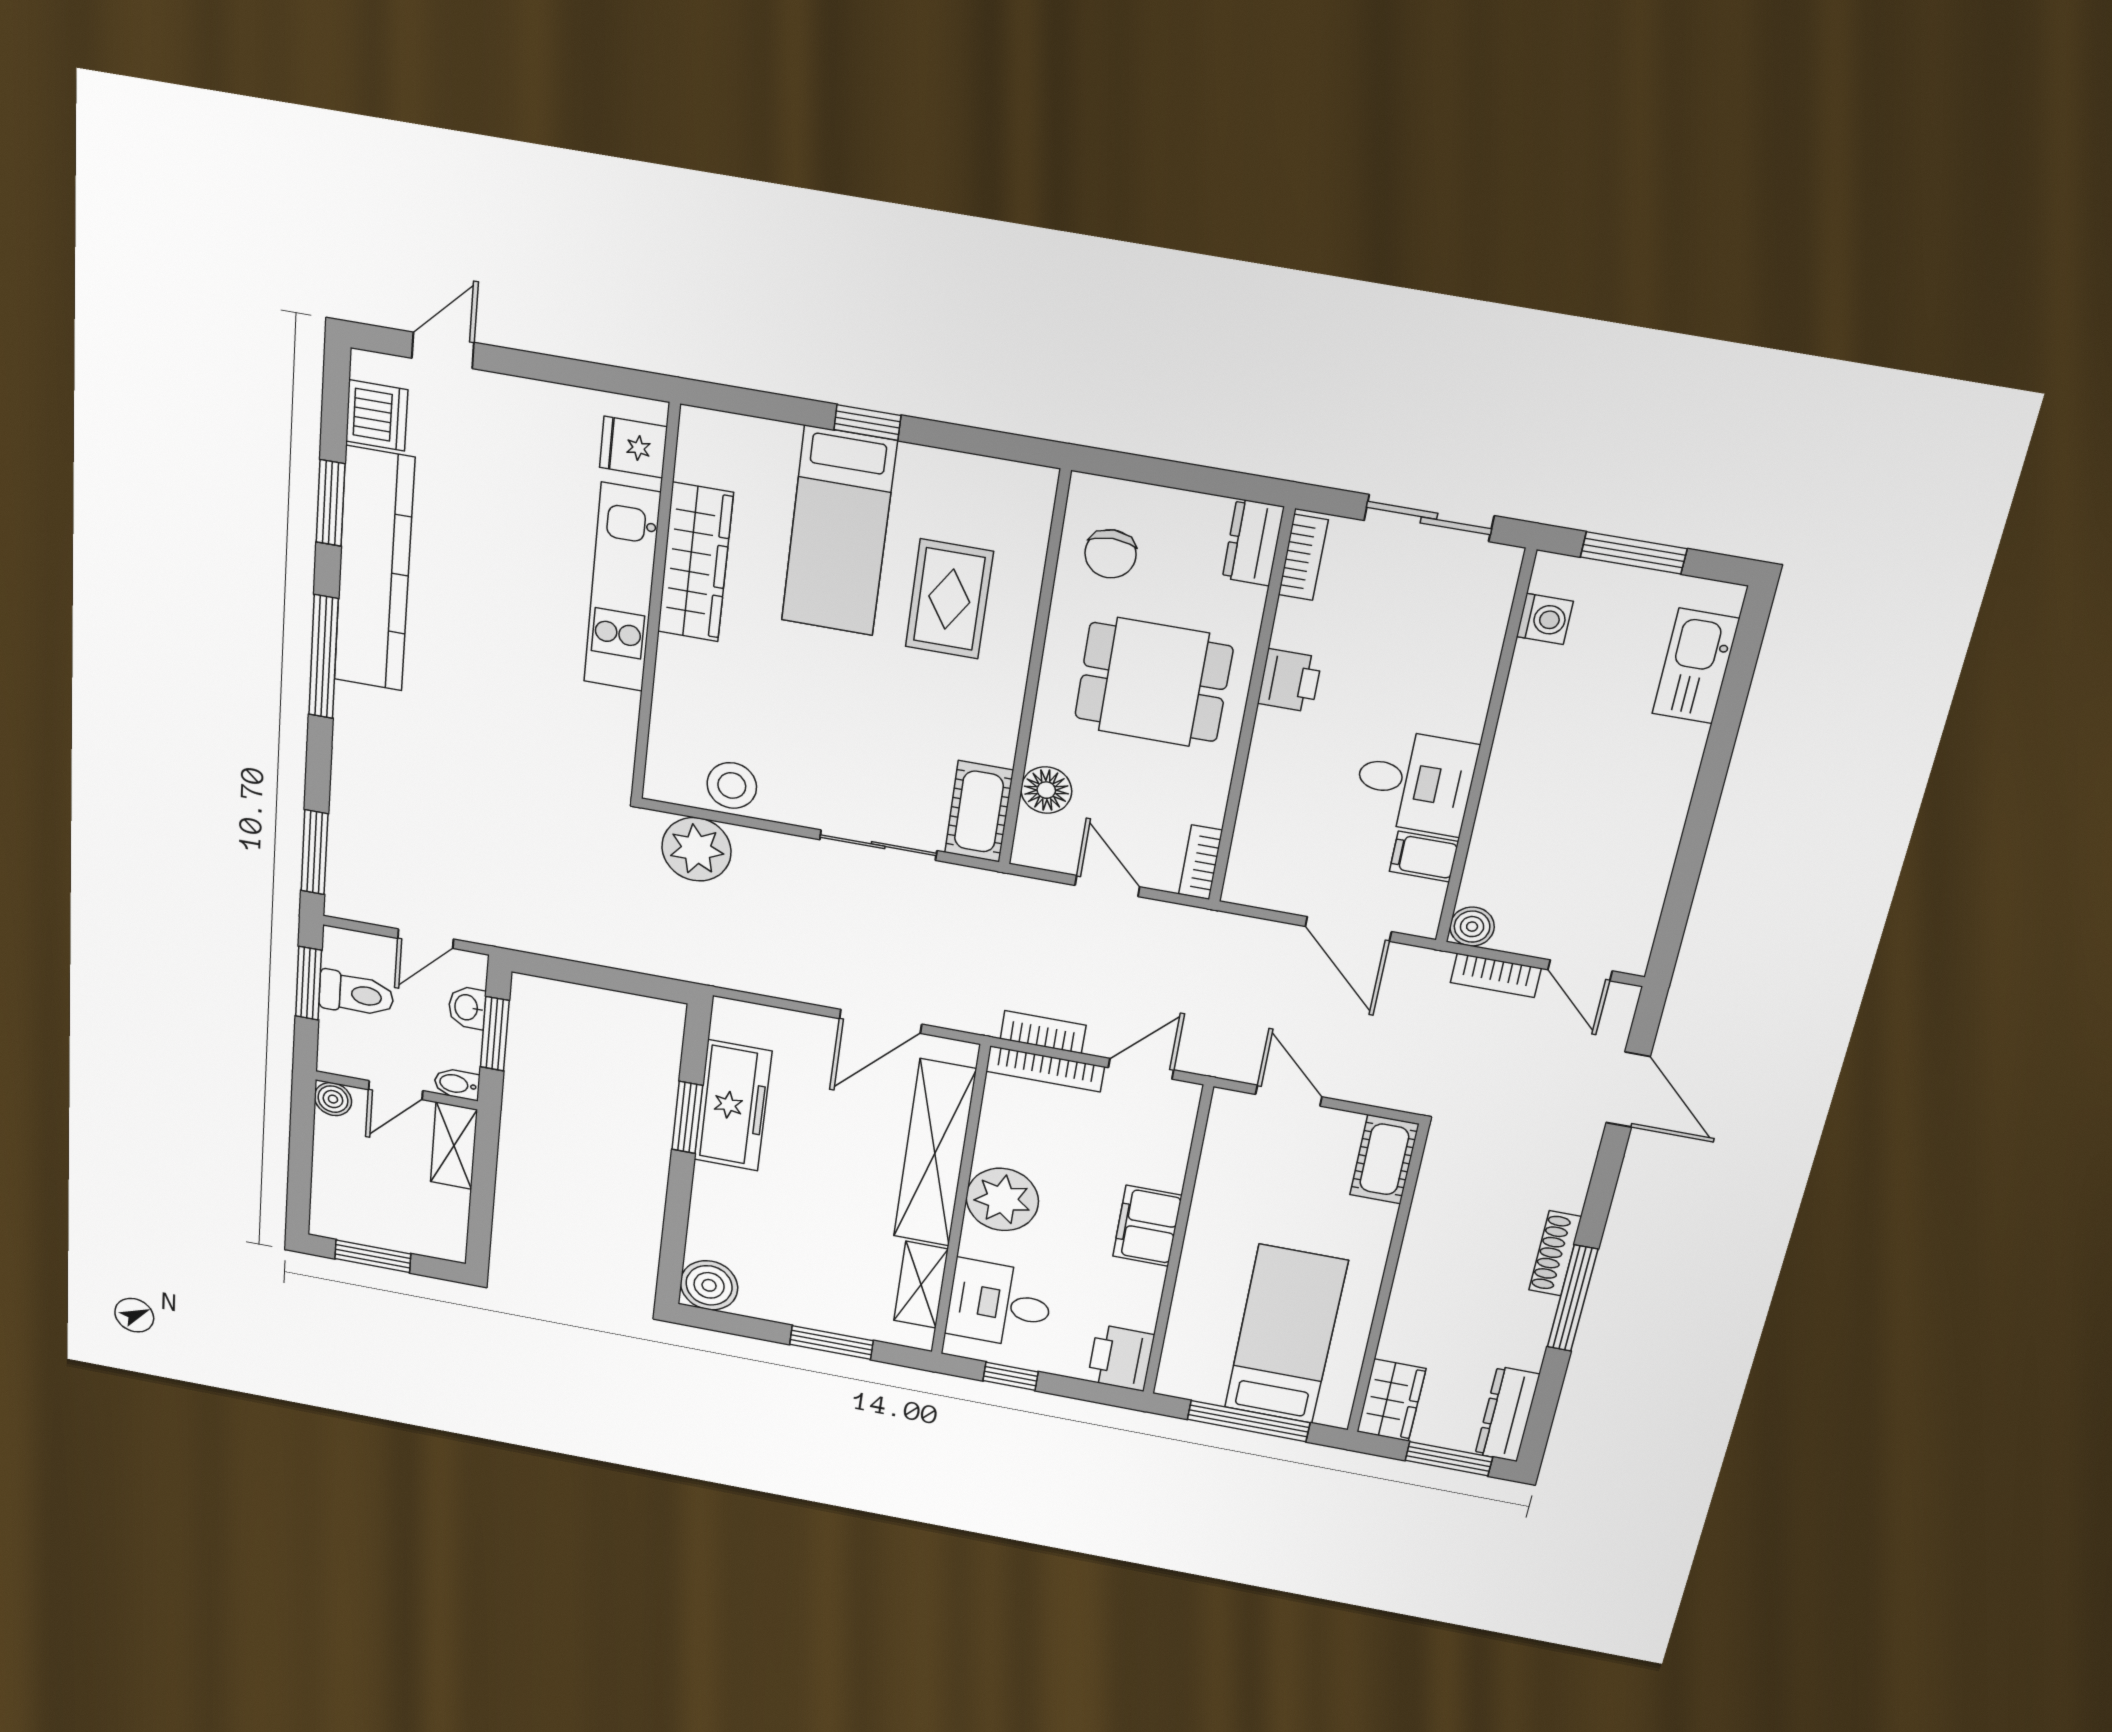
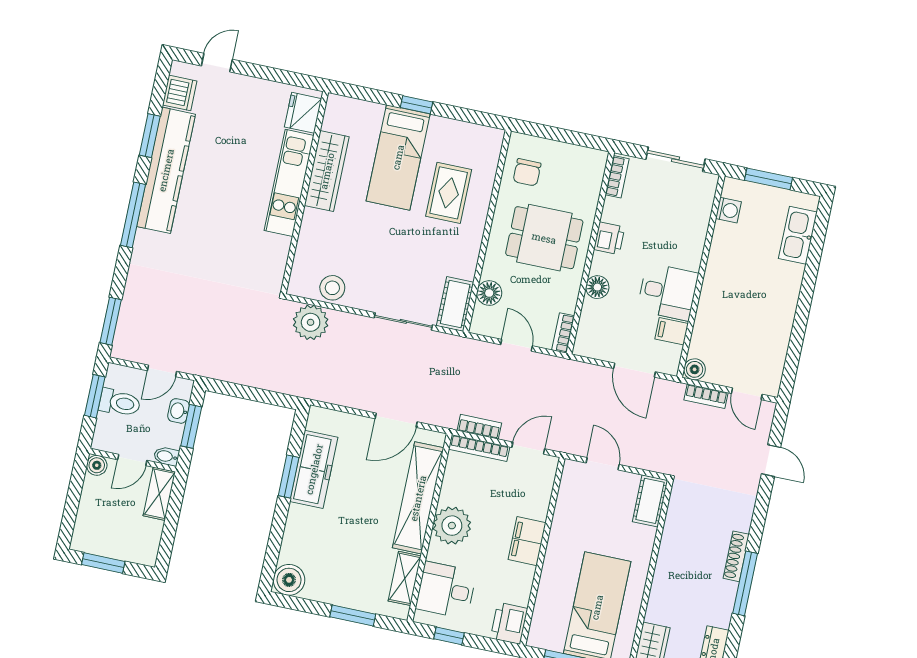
fridge: (633, 447) -> (303, 113), width x1.38
dresser: (1253, 542) -> (594, 169), removed
floor lamp: (1268, 775) -> (597, 287), added
door: (1628, 1090) -> (771, 461), width x0.73

